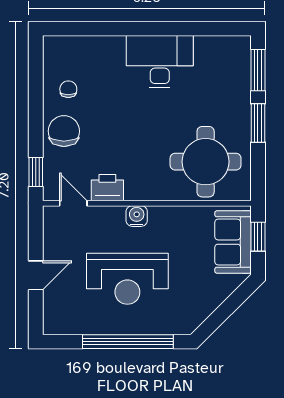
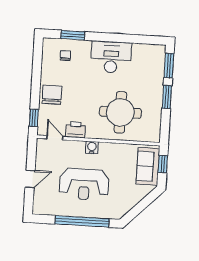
window: (93, 29) -> (73, 35), added
chair: (68, 89) -> (65, 56), moved
round table: (206, 162) -> (120, 112), moved

